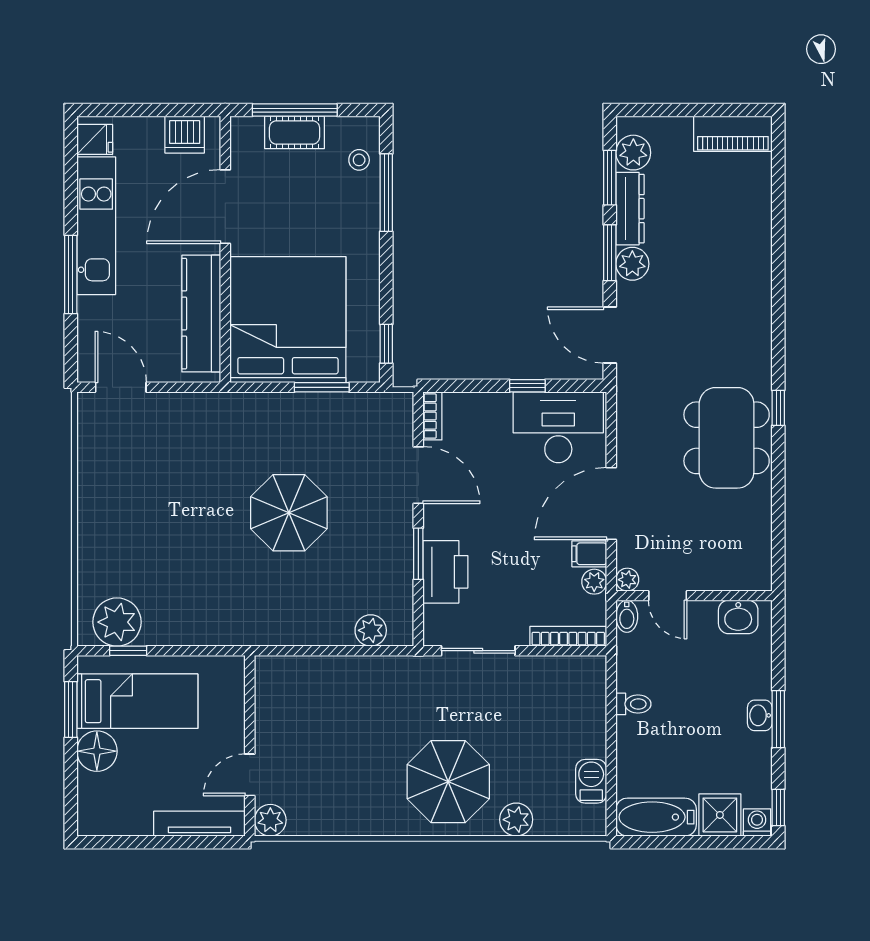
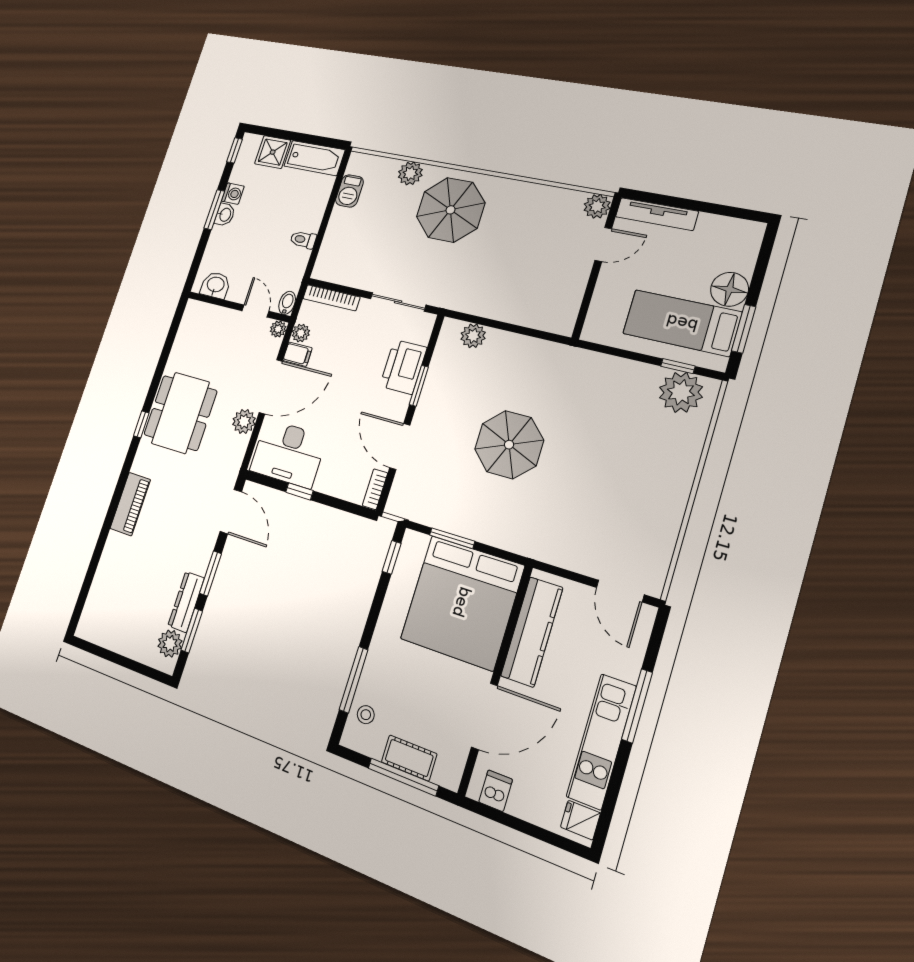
piano: (733, 134) -> (130, 504), moved, turned 90
dishwasher: (185, 135) -> (496, 791), width x0.73
plant: (632, 264) -> (244, 421), moved
washing machine: (757, 822) -> (233, 194), moved, turned -90

